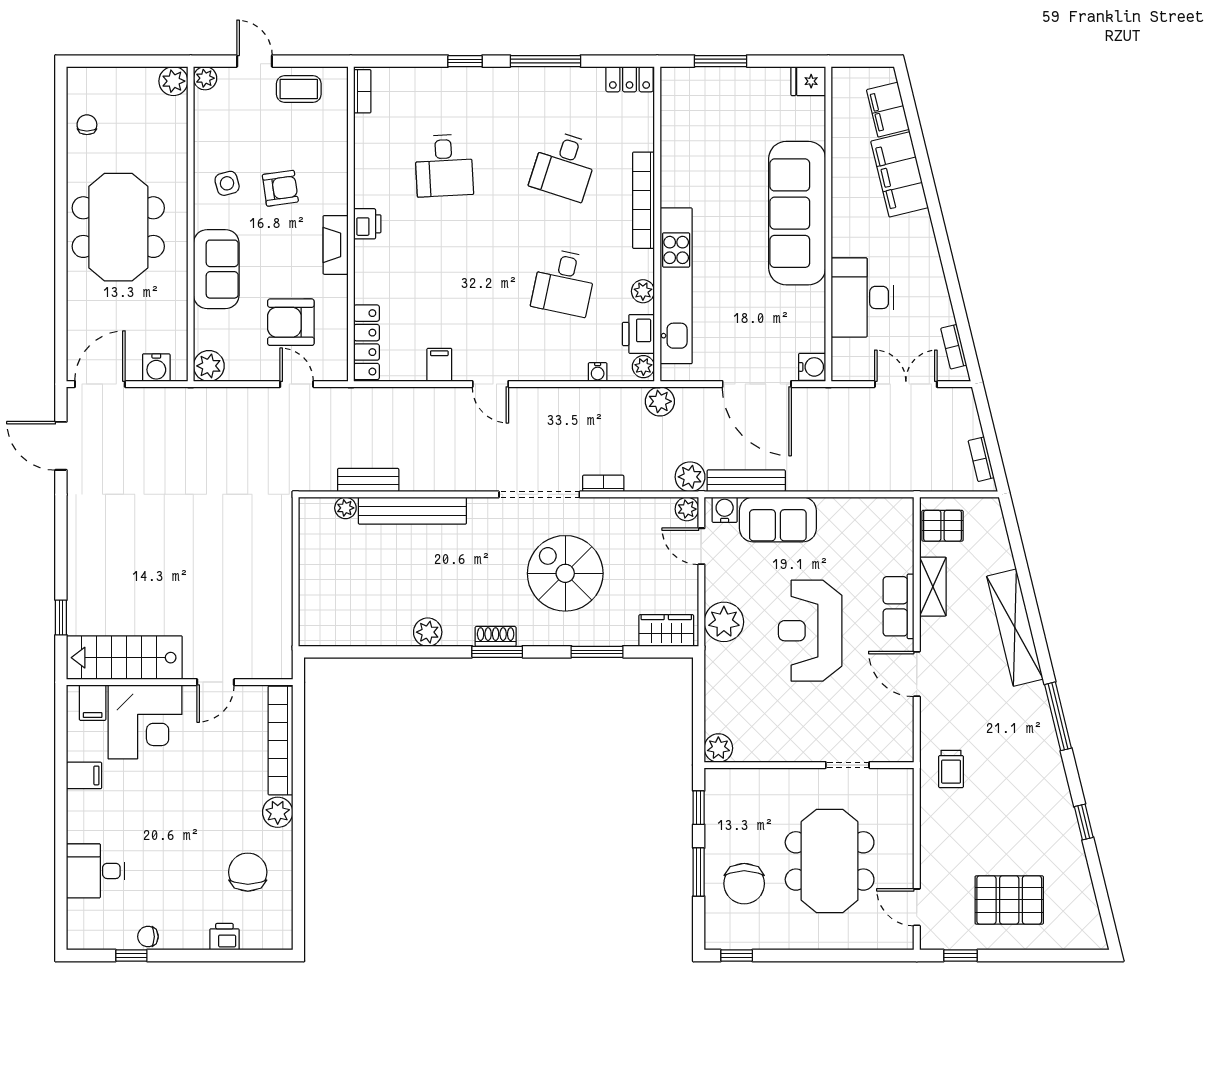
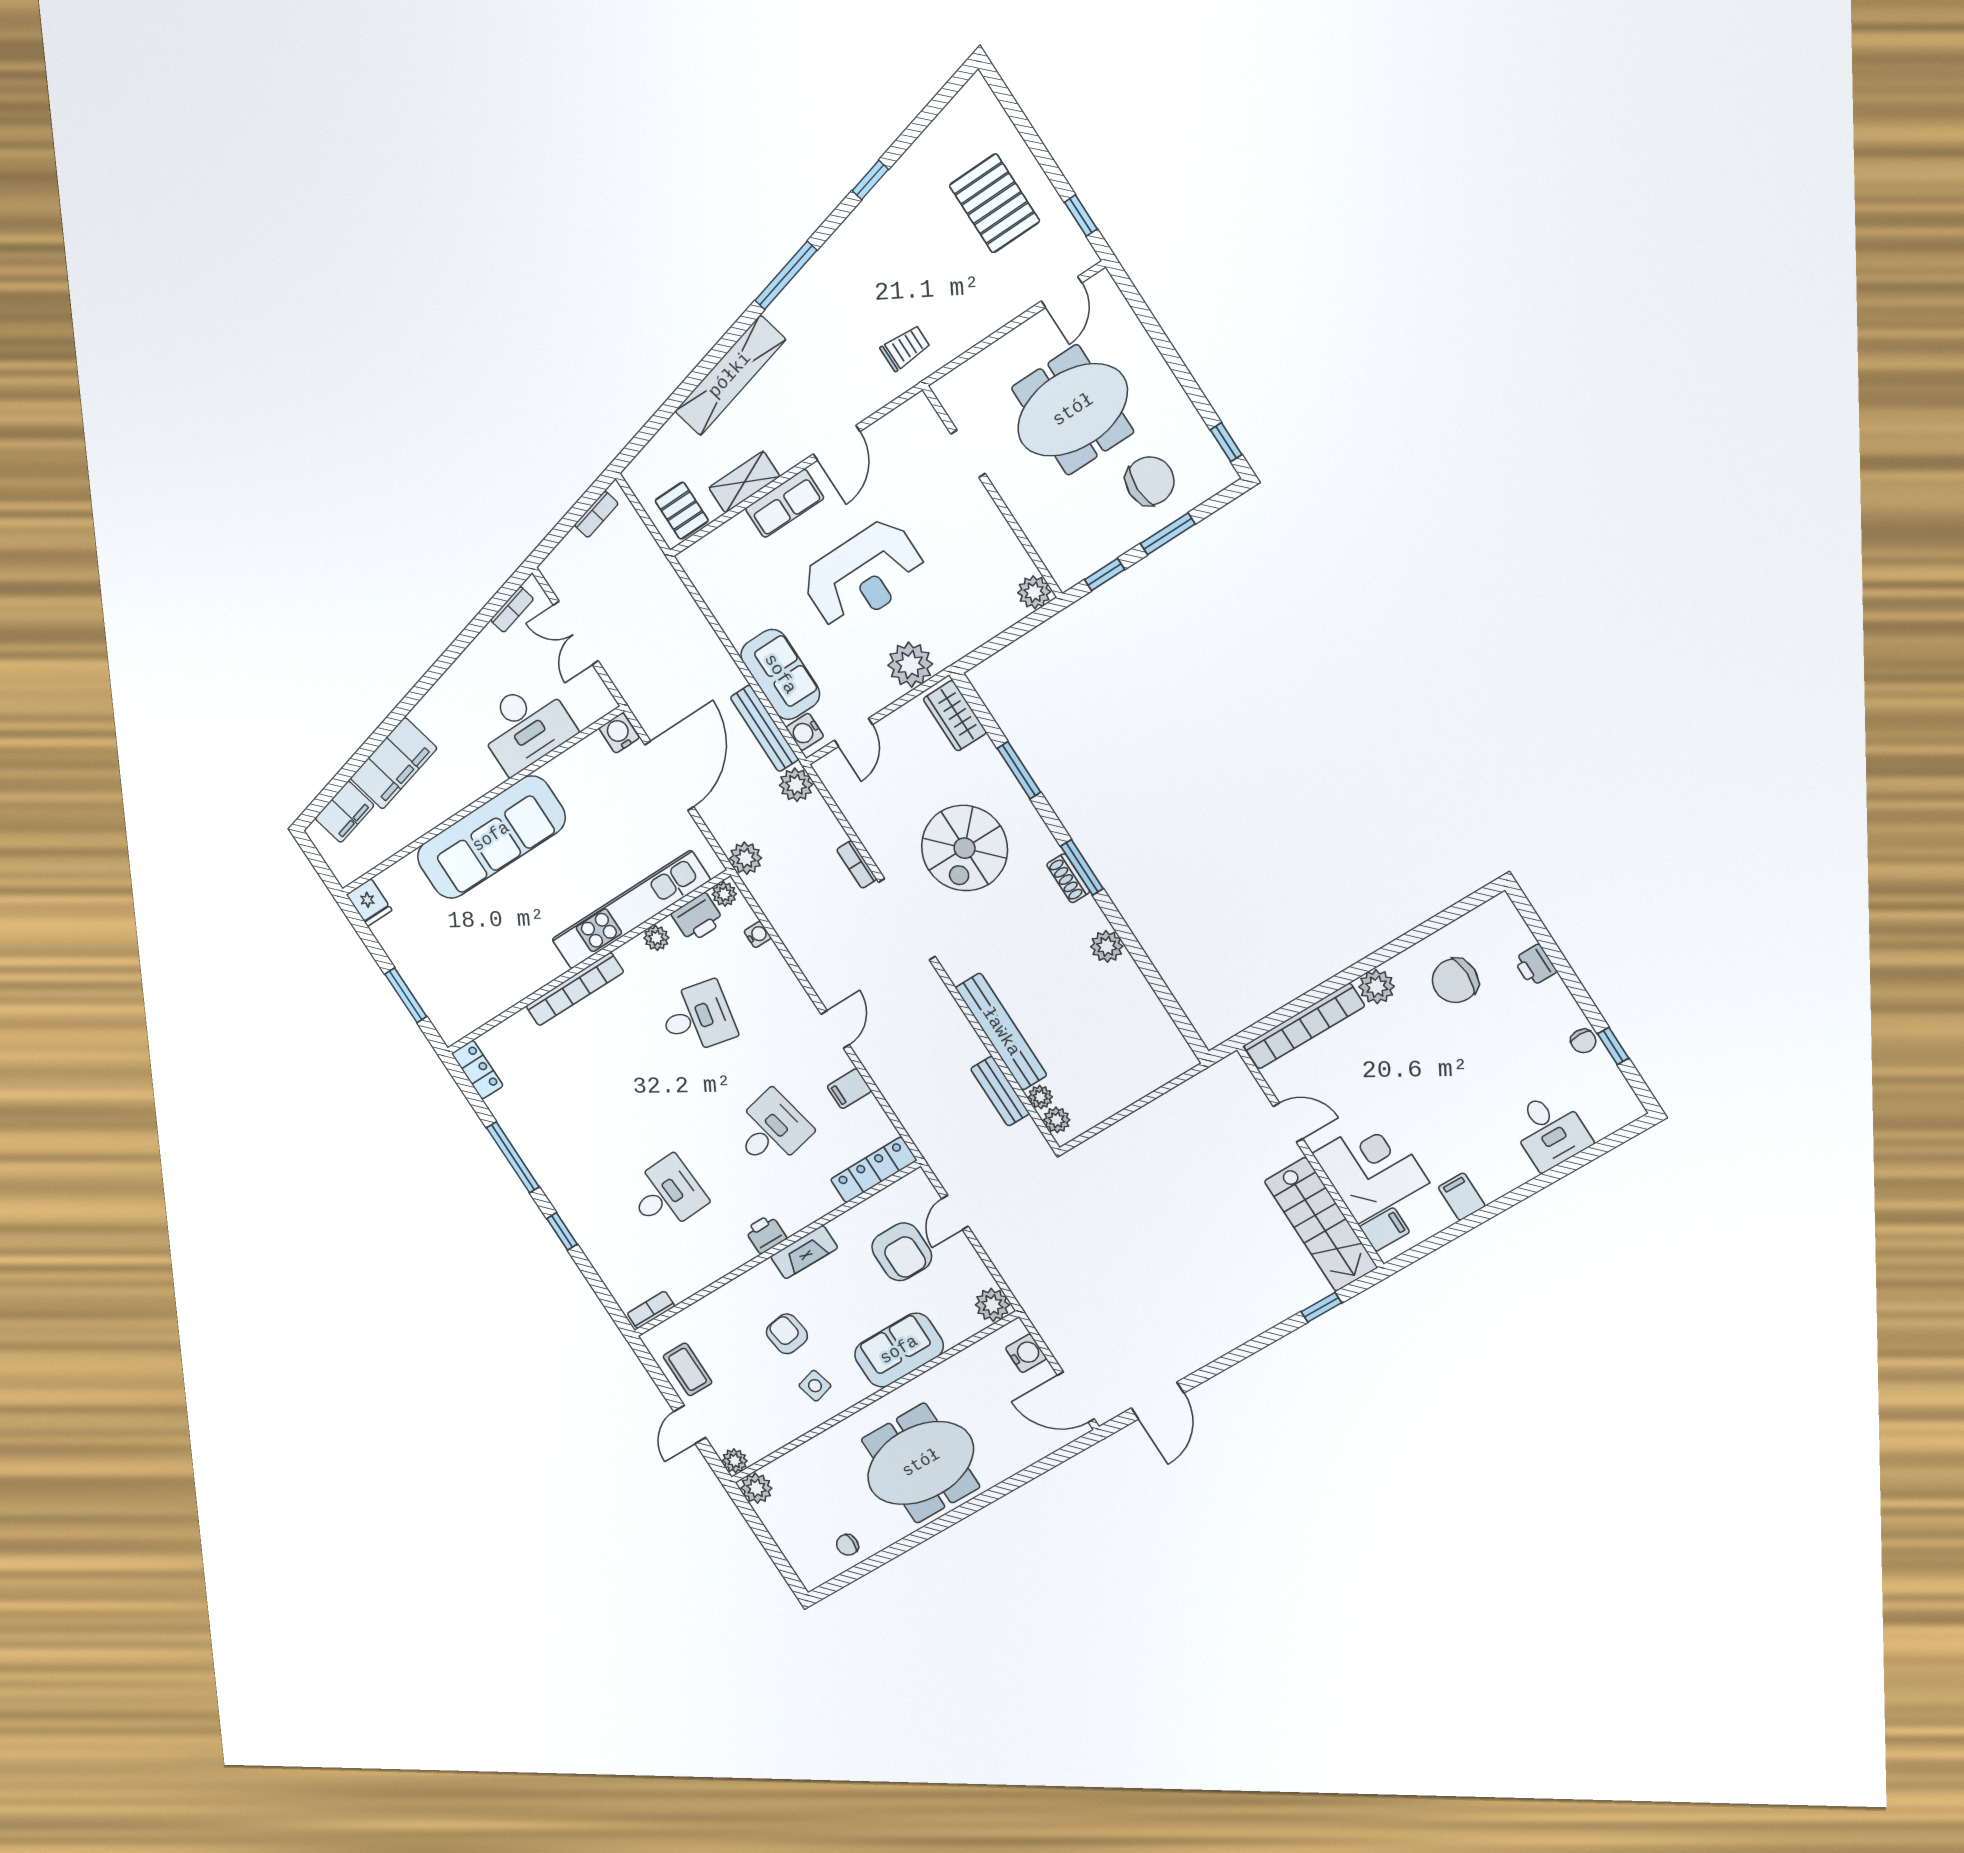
desk: (564, 166) -> (771, 1130), moved, turned -30
plant: (687, 509) -> (1057, 1120), moved

